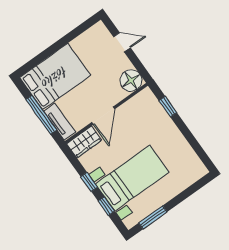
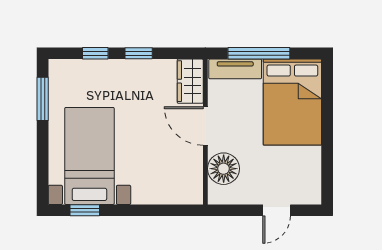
floor lamp: (131, 80) -> (224, 169), moved
window: (168, 107) -> (85, 210), moved
bed with nightstands: (132, 178) -> (89, 156), moved, turned 180

